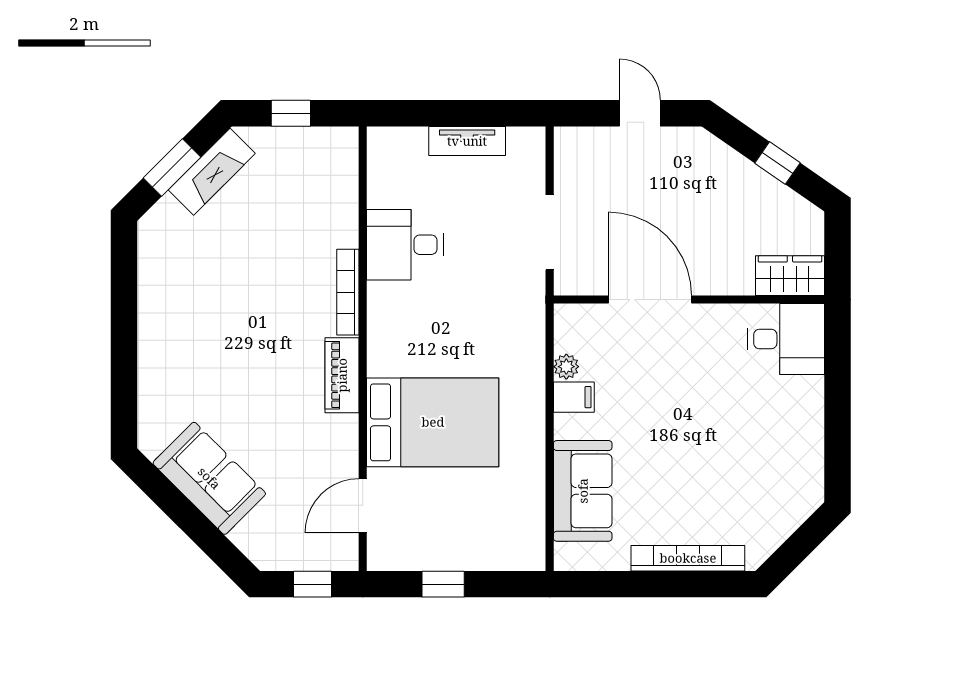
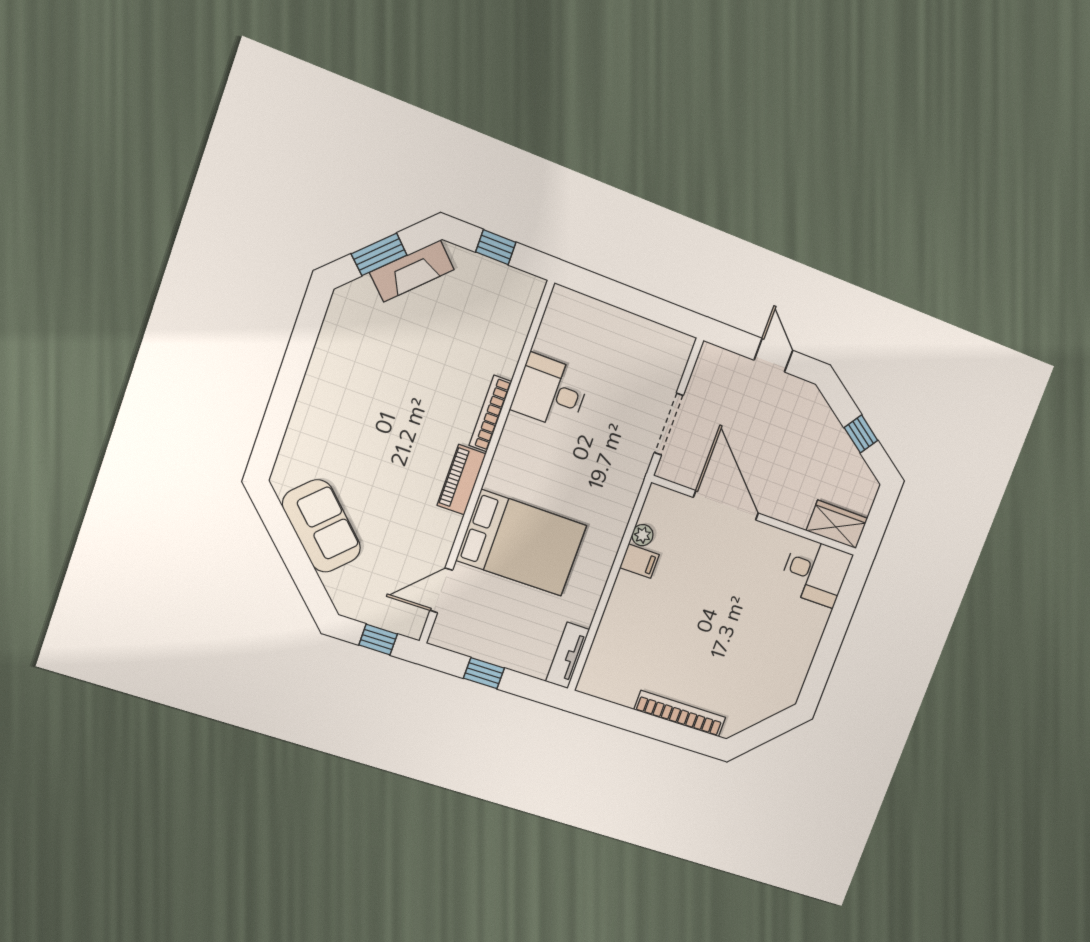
tv unit: (467, 141) -> (568, 655), moved, turned 90
sofa: (583, 491) -> (619, 636), removed

